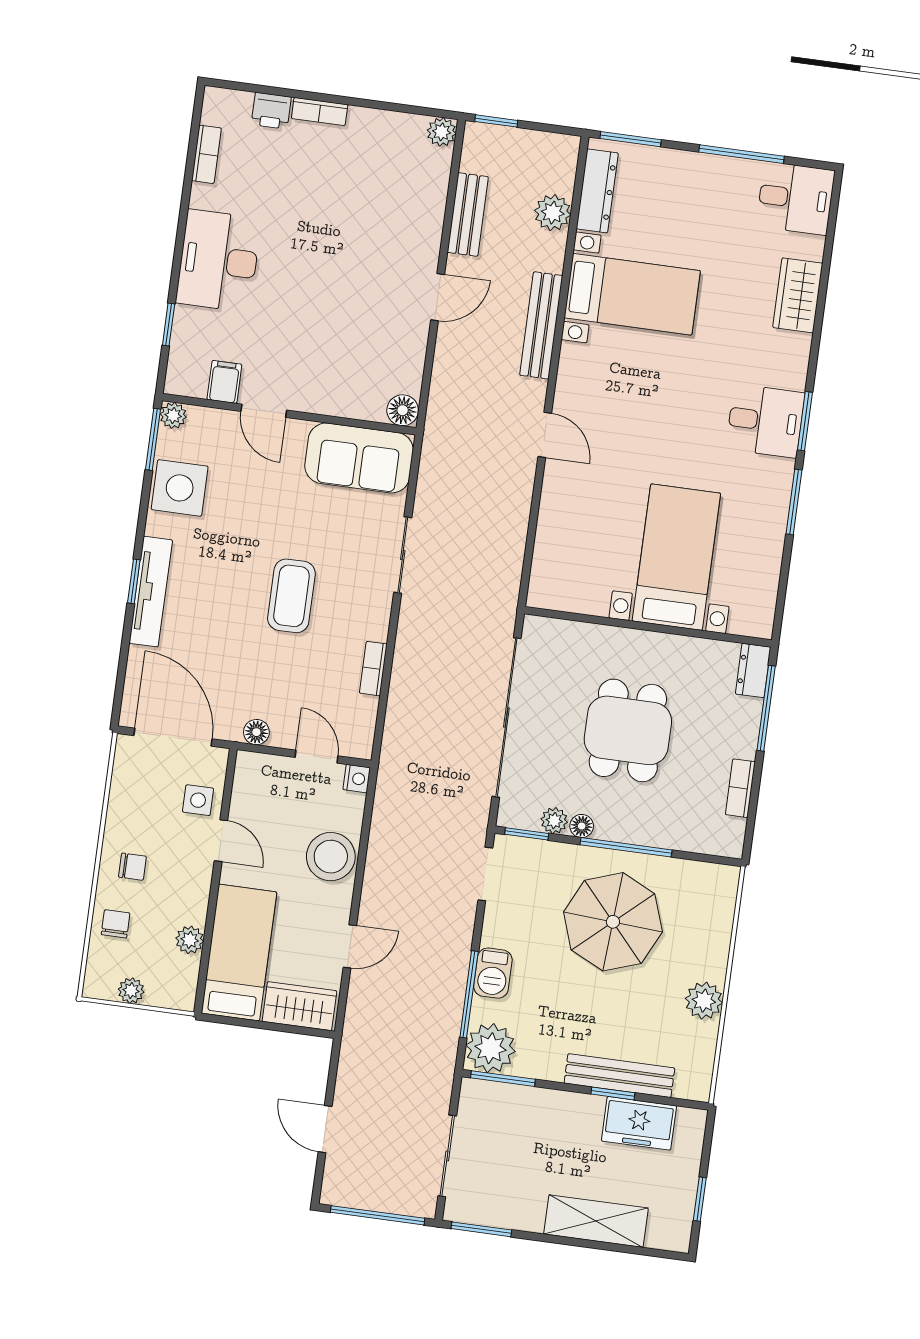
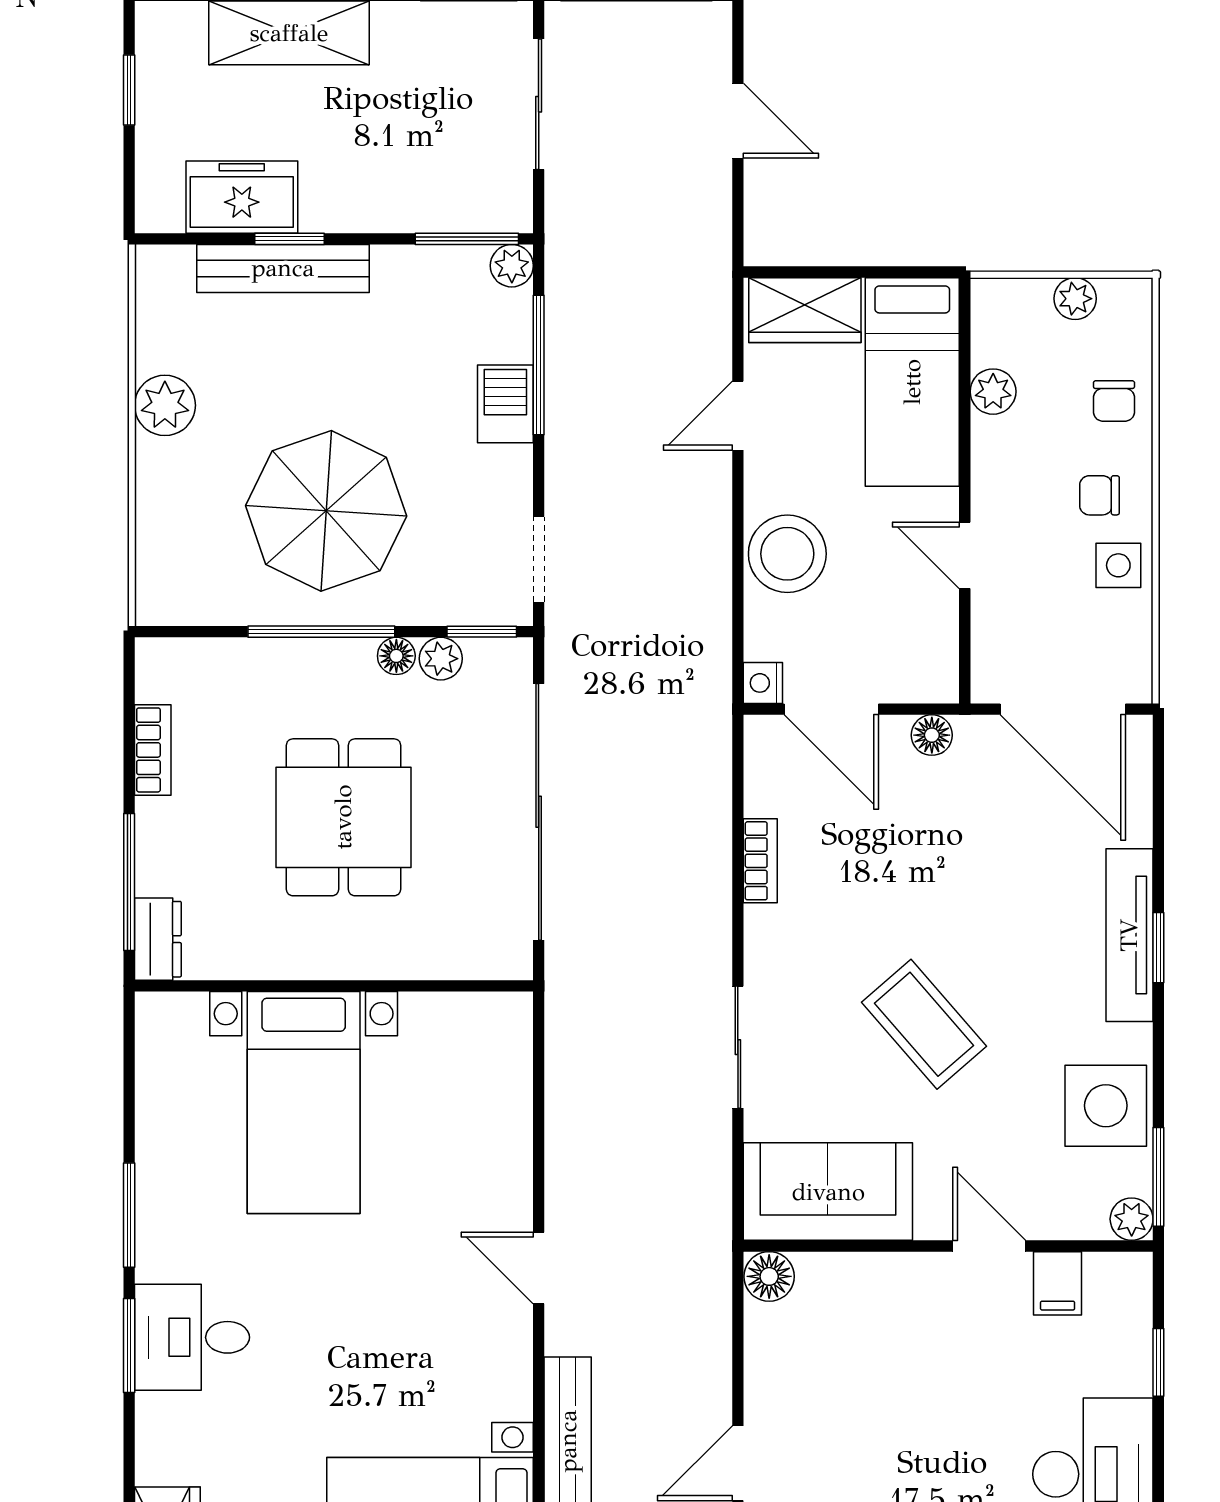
coffee table: (291, 596) -> (924, 1024), moved, turned -41
door: (317, 757) -> (831, 709), width x1.38
side table: (198, 800) -> (1118, 565), moved
plant: (491, 1048) -> (512, 266), width x0.53, depth x0.53

